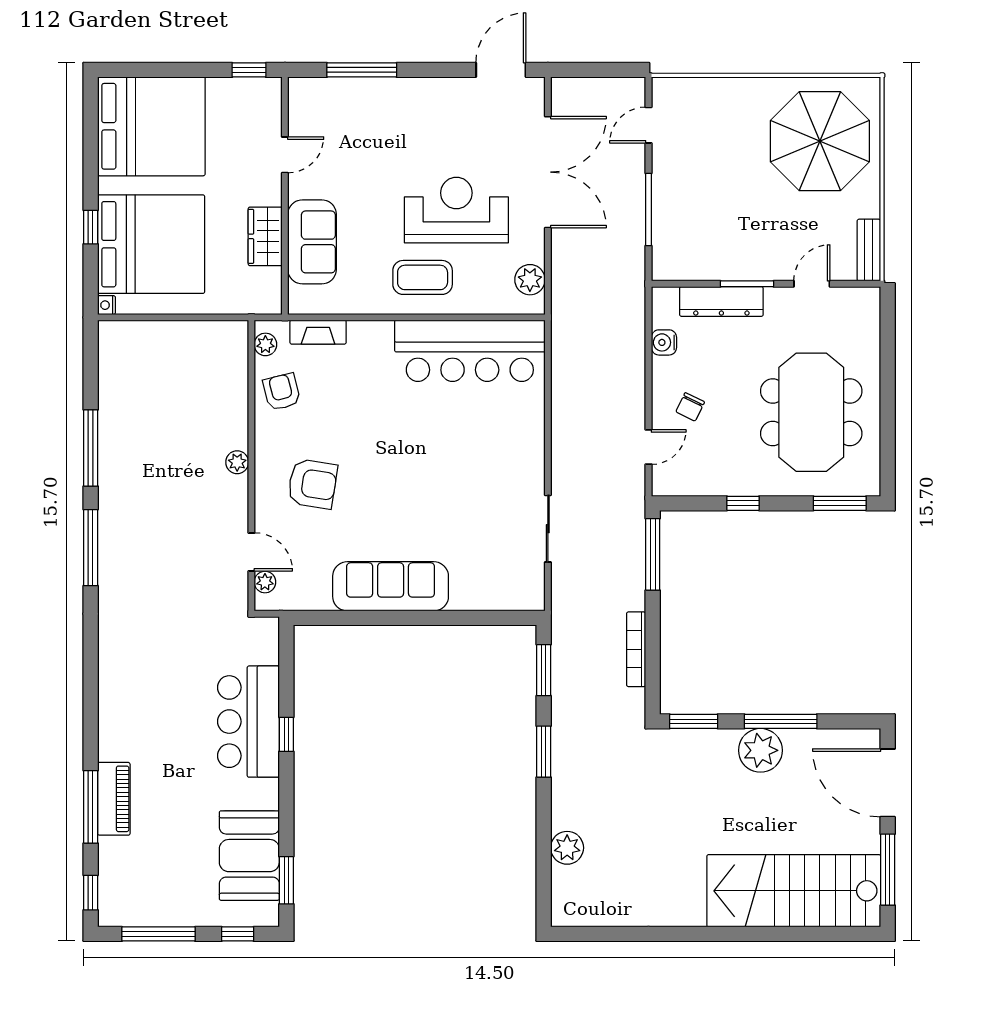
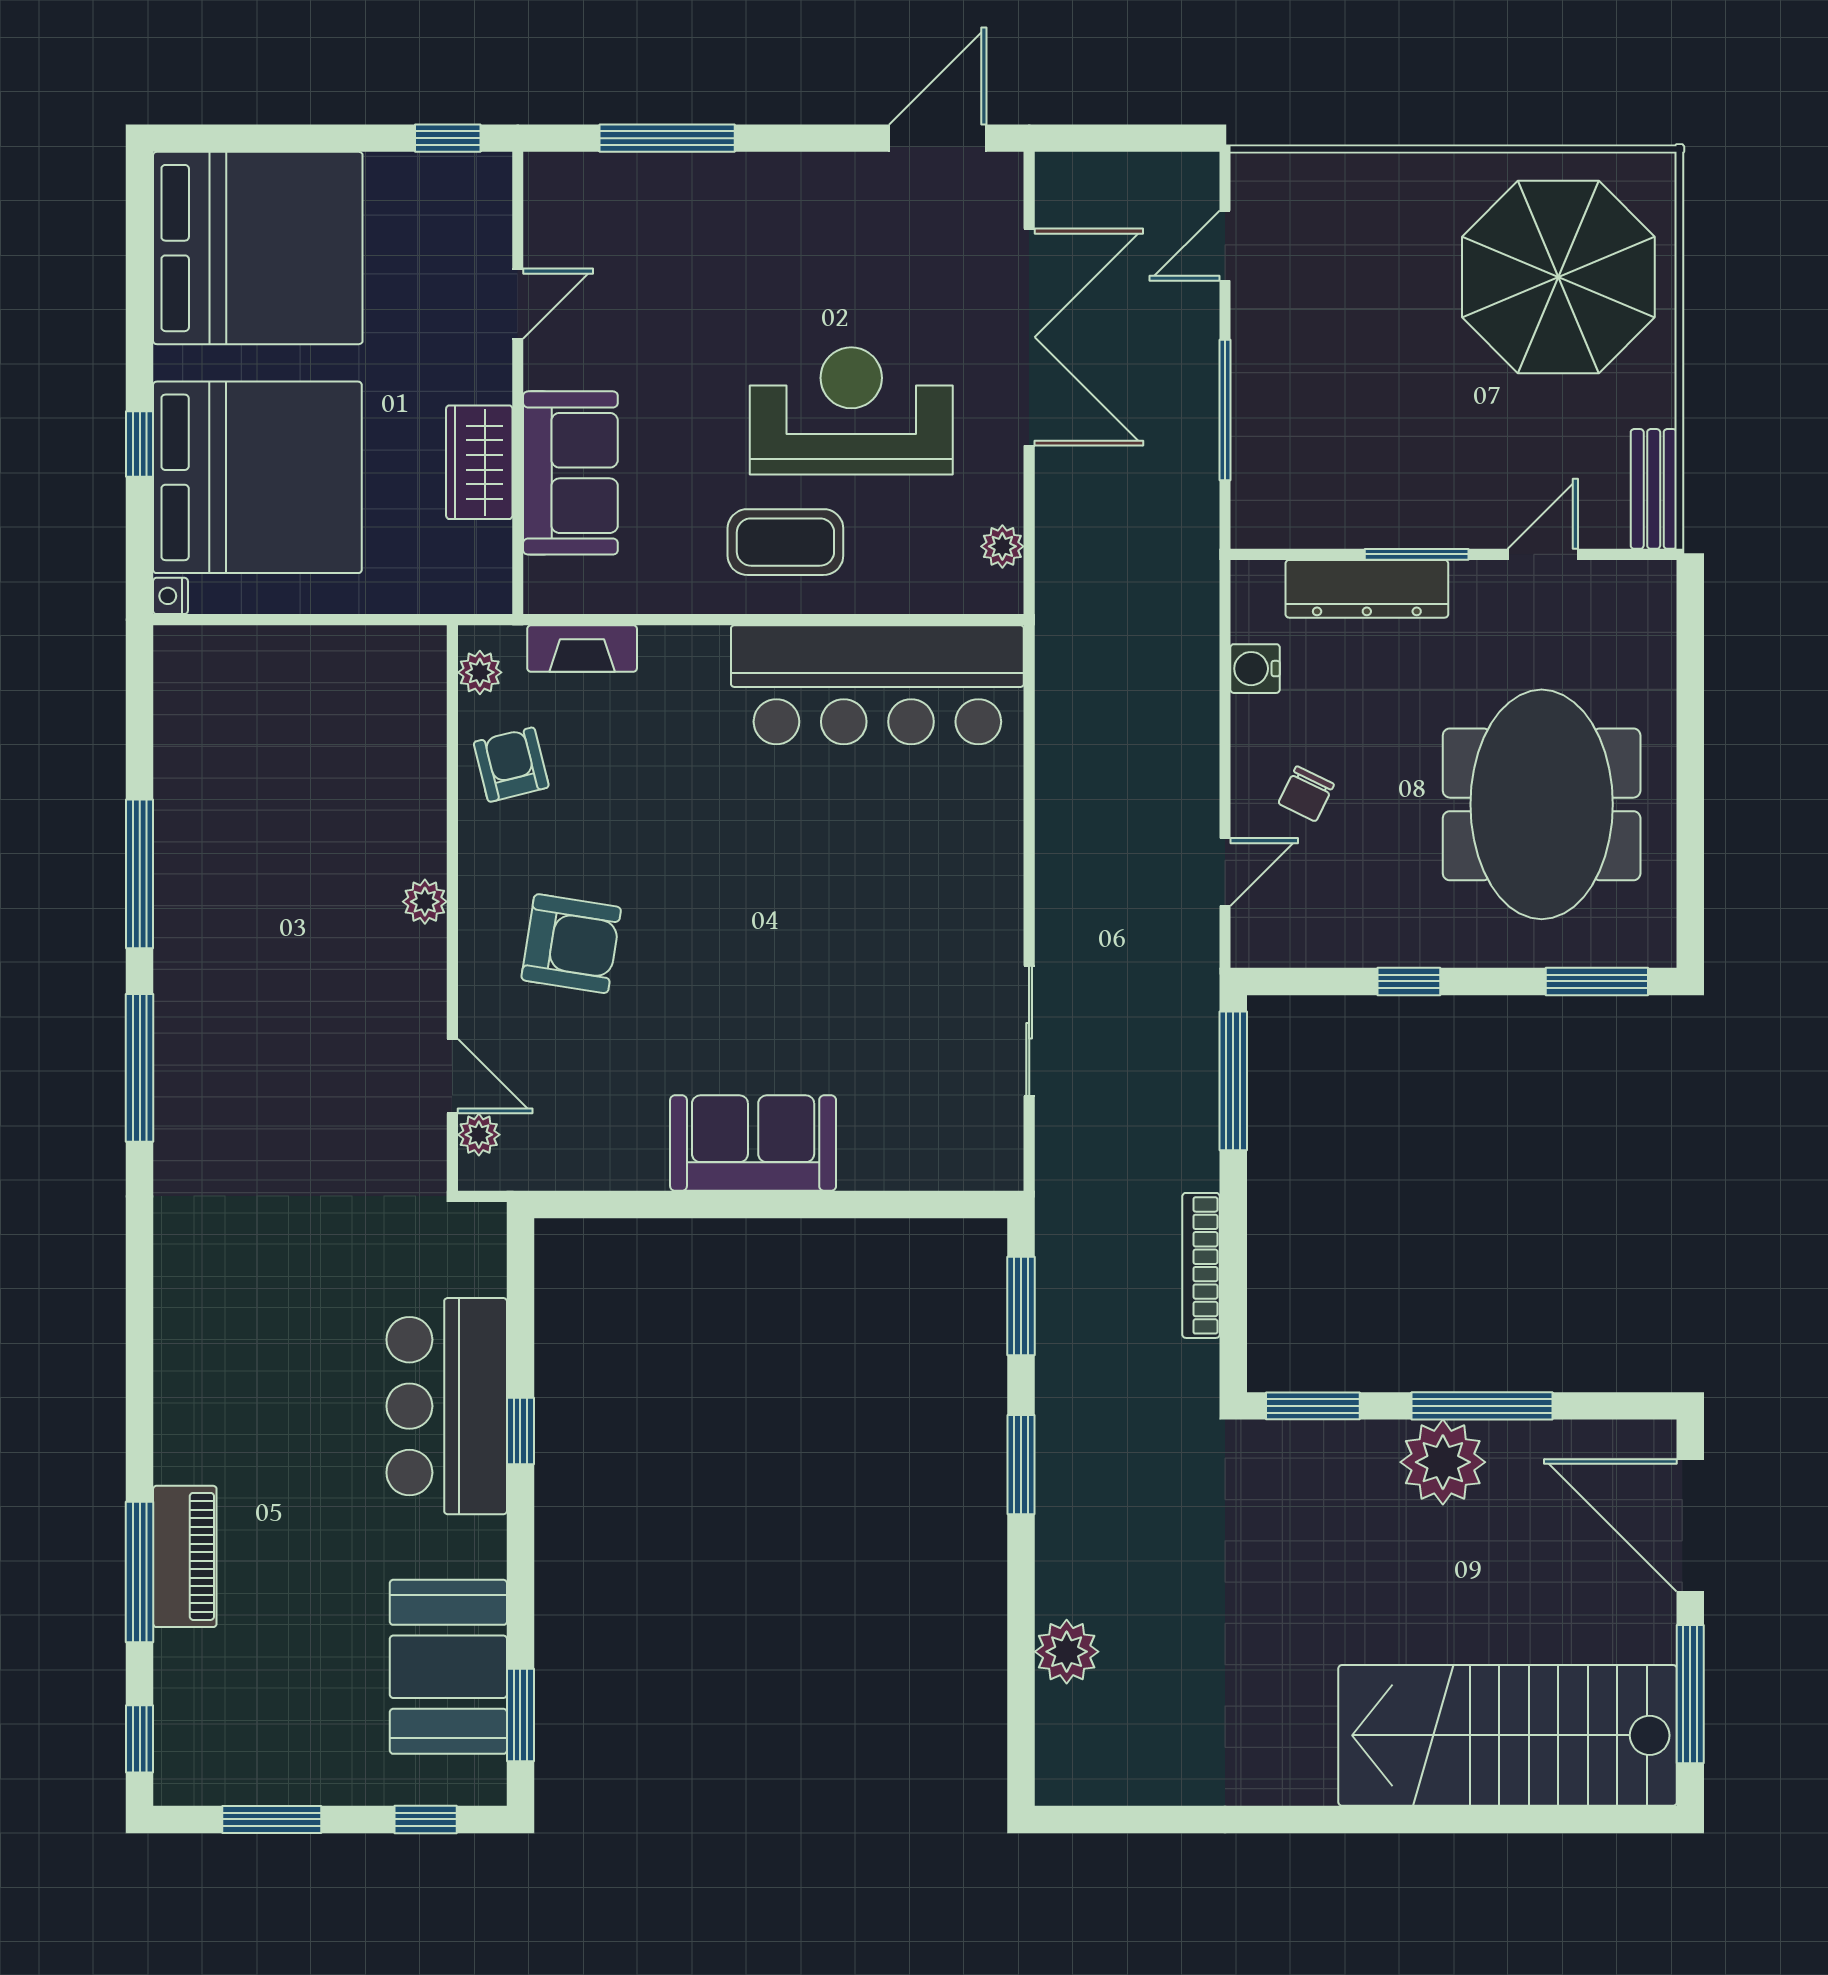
plant: (530, 280) -> (1002, 546), width x0.73, depth x0.73
sofa: (391, 586) -> (753, 1143), width x0.73
window: (159, 934) -> (272, 1819), width x0.69

